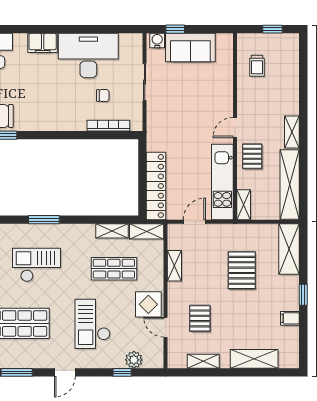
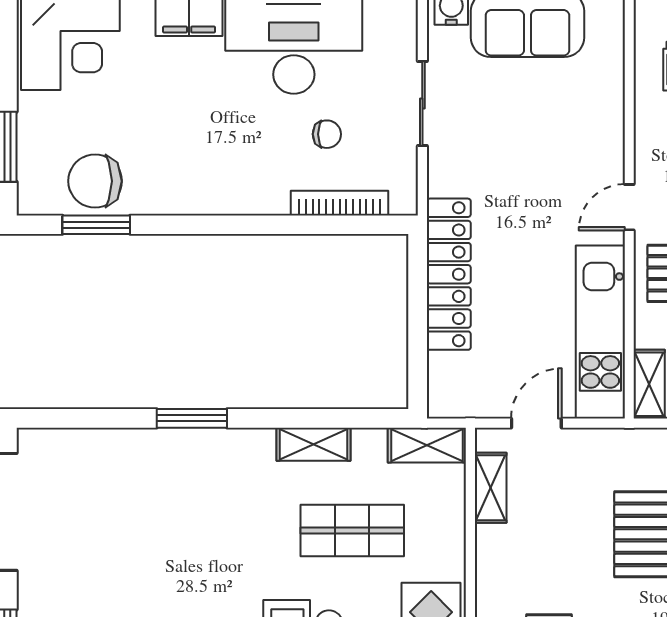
locker: (156, 186) -> (449, 274), moved
shelving: (112, 231) -> (314, 444), moved
checkout: (36, 265) -> (175, 522), removed
shelving: (174, 266) -> (491, 488), moved

